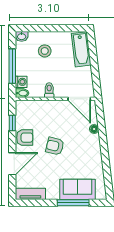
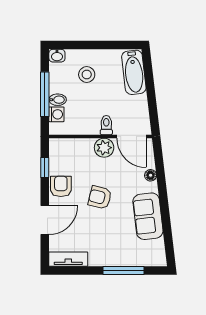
toilet: (49, 90) -> (106, 125), moved
bidet: (22, 93) -> (58, 100), moved
plant: (58, 108) -> (104, 148), added
armchair: (25, 138) -> (61, 186), turned -90
sofa: (78, 189) -> (148, 216), moved, turned -97

